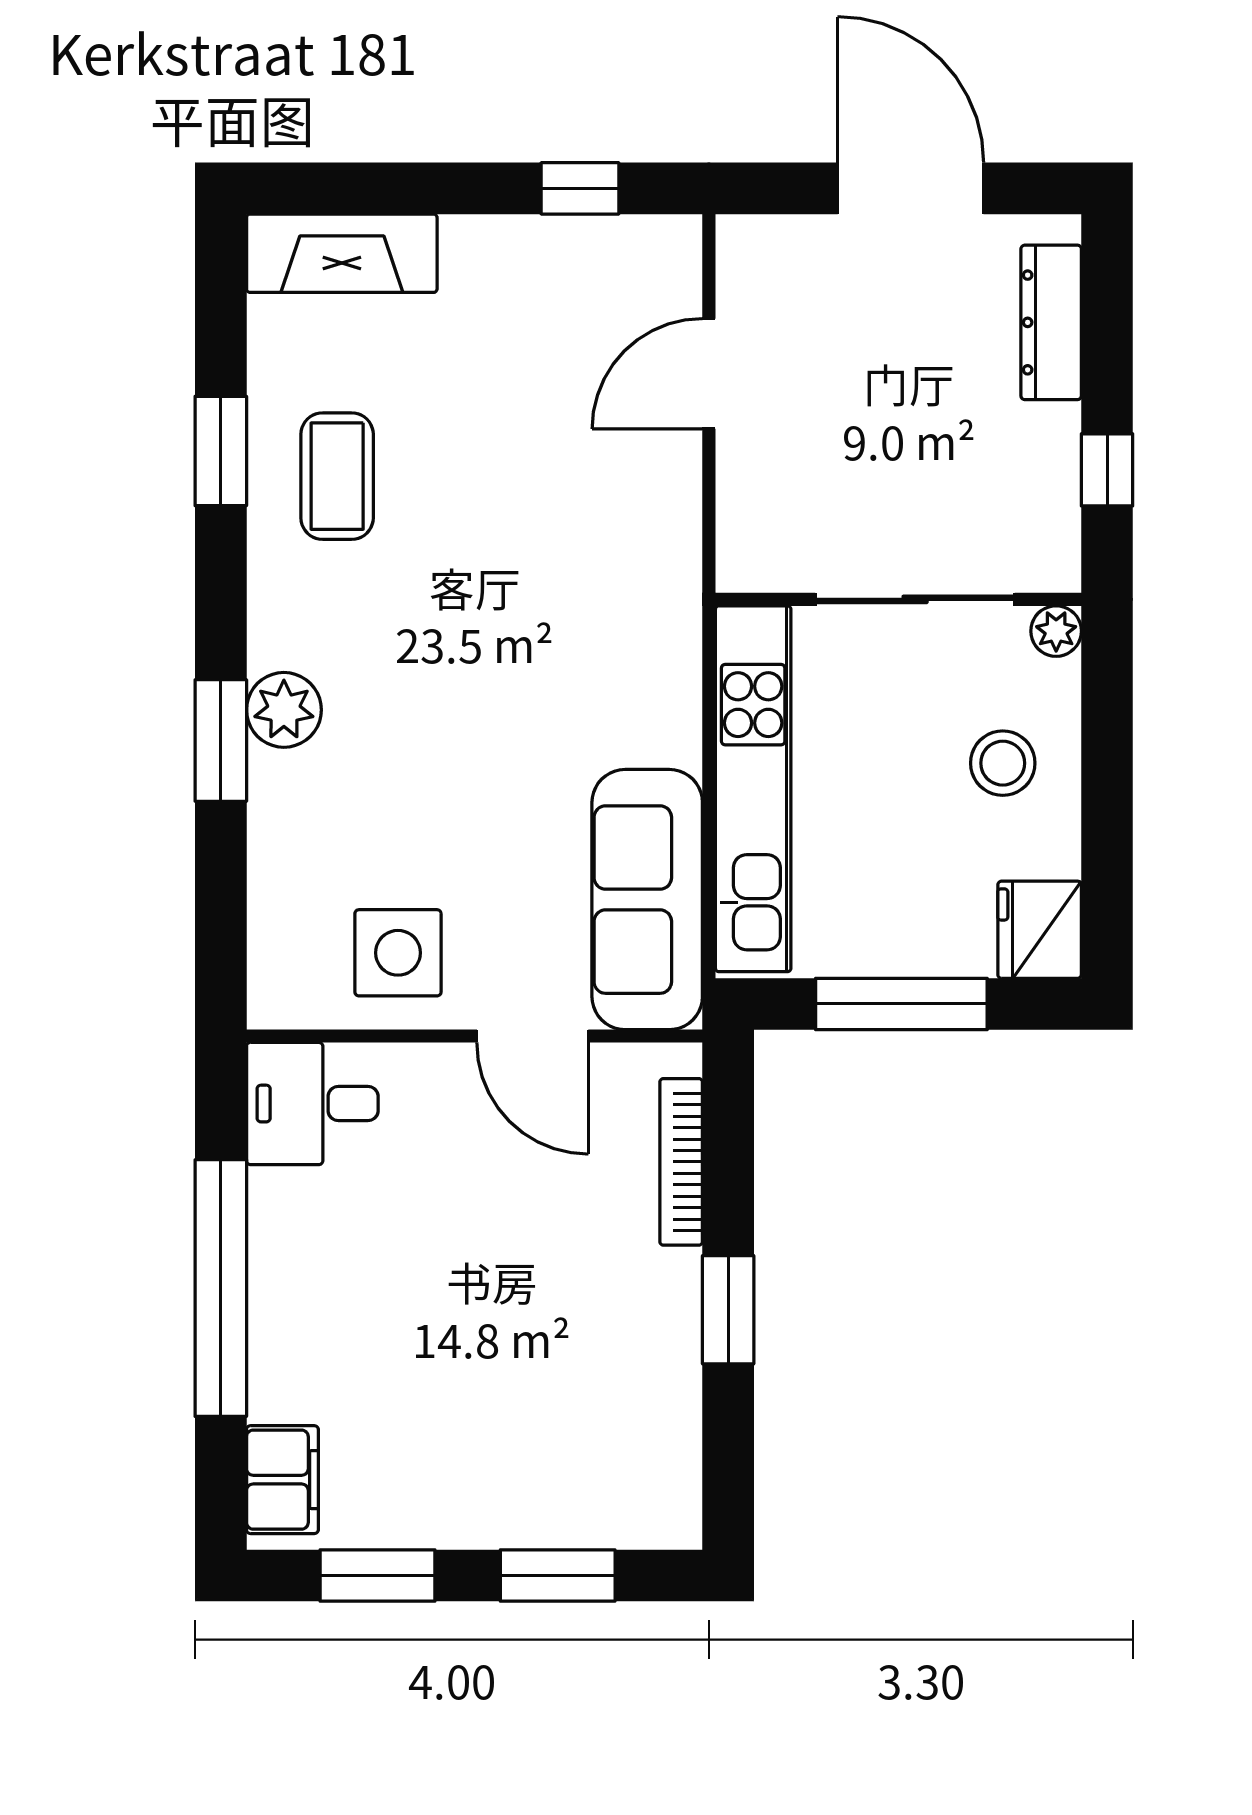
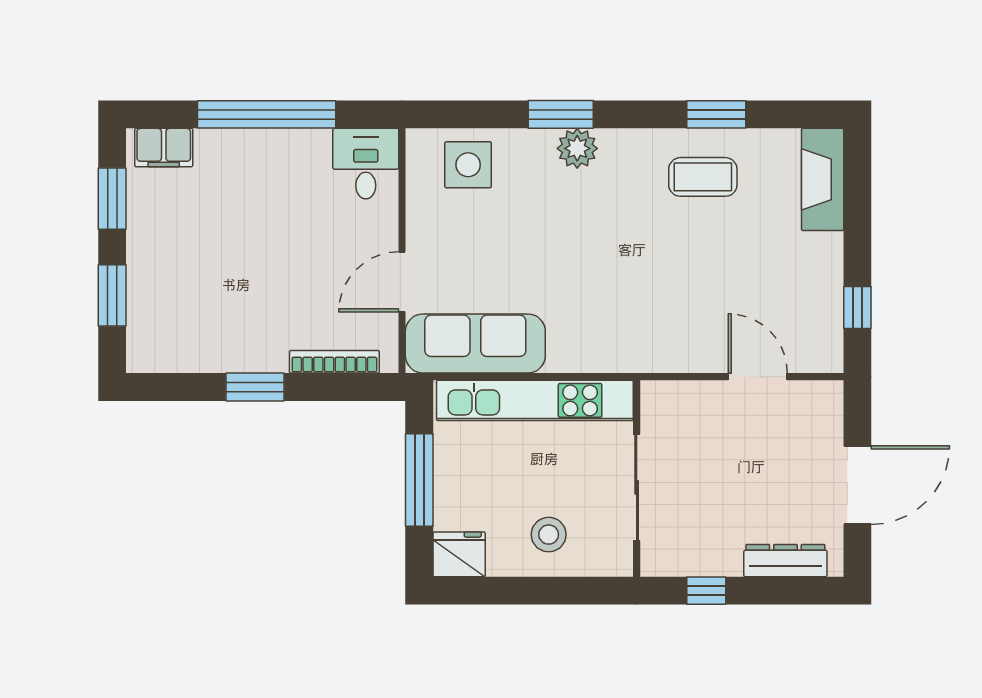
plant: (1056, 631) -> (620, 563), removed
side table: (398, 953) -> (468, 165), moved

